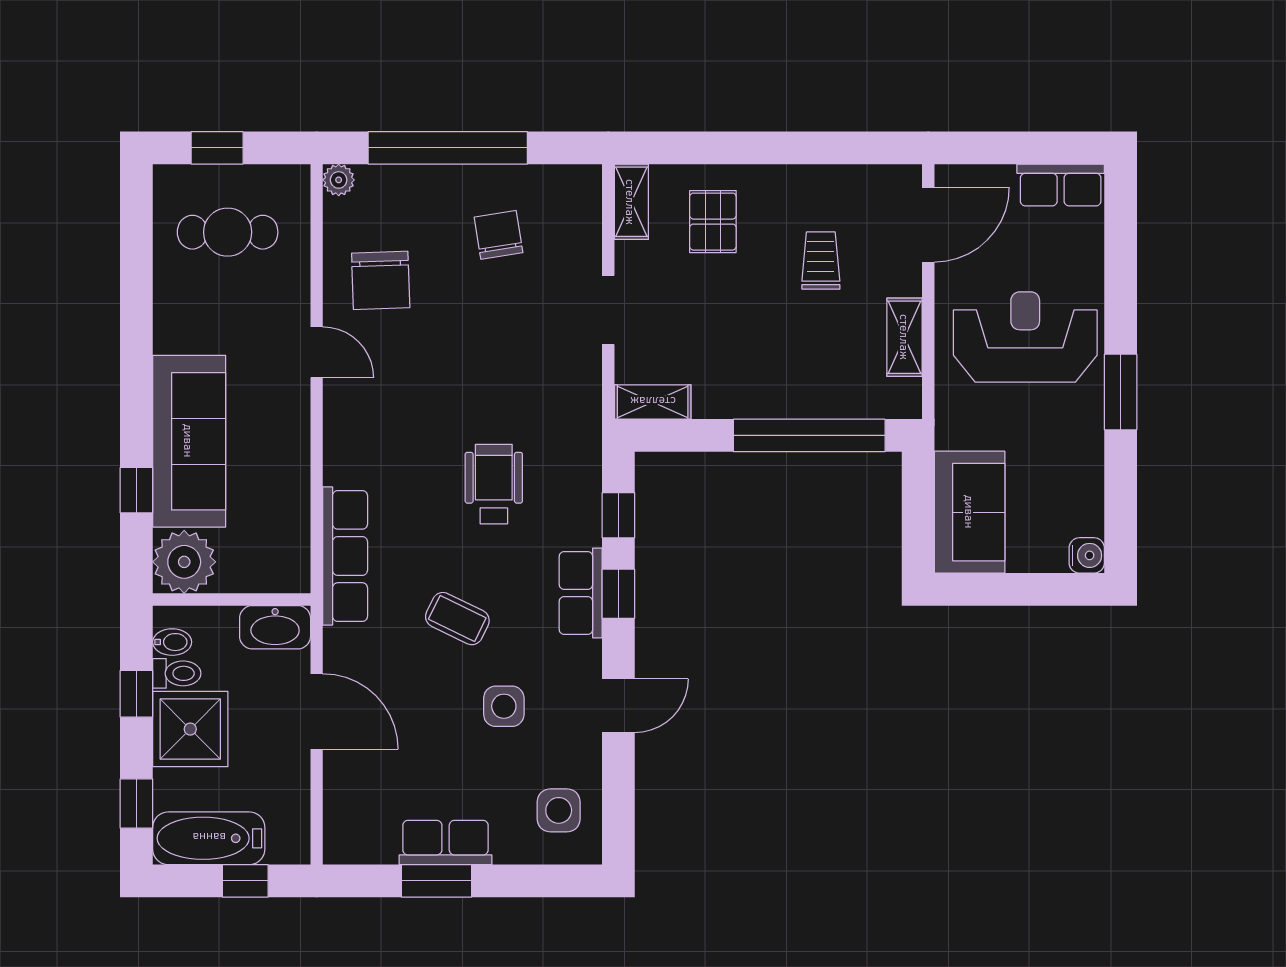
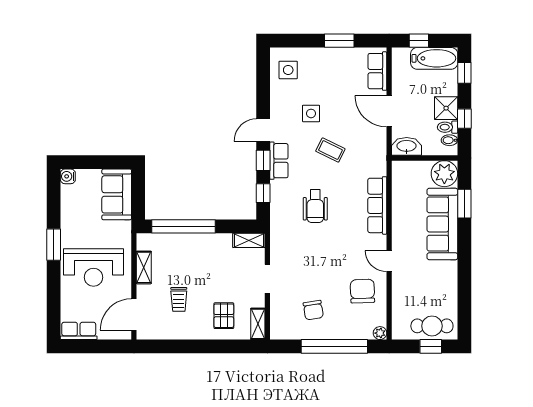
cafe table: (228, 232) -> (432, 326), moved
window: (136, 490) -> (464, 204), width x1.50
row of seats: (345, 556) -> (377, 205), moved
door: (618, 706) -> (263, 130), moved
shower: (190, 729) -> (446, 108), width x0.73, depth x0.73
row of seats: (446, 843) -> (377, 71), moved, turned 90

